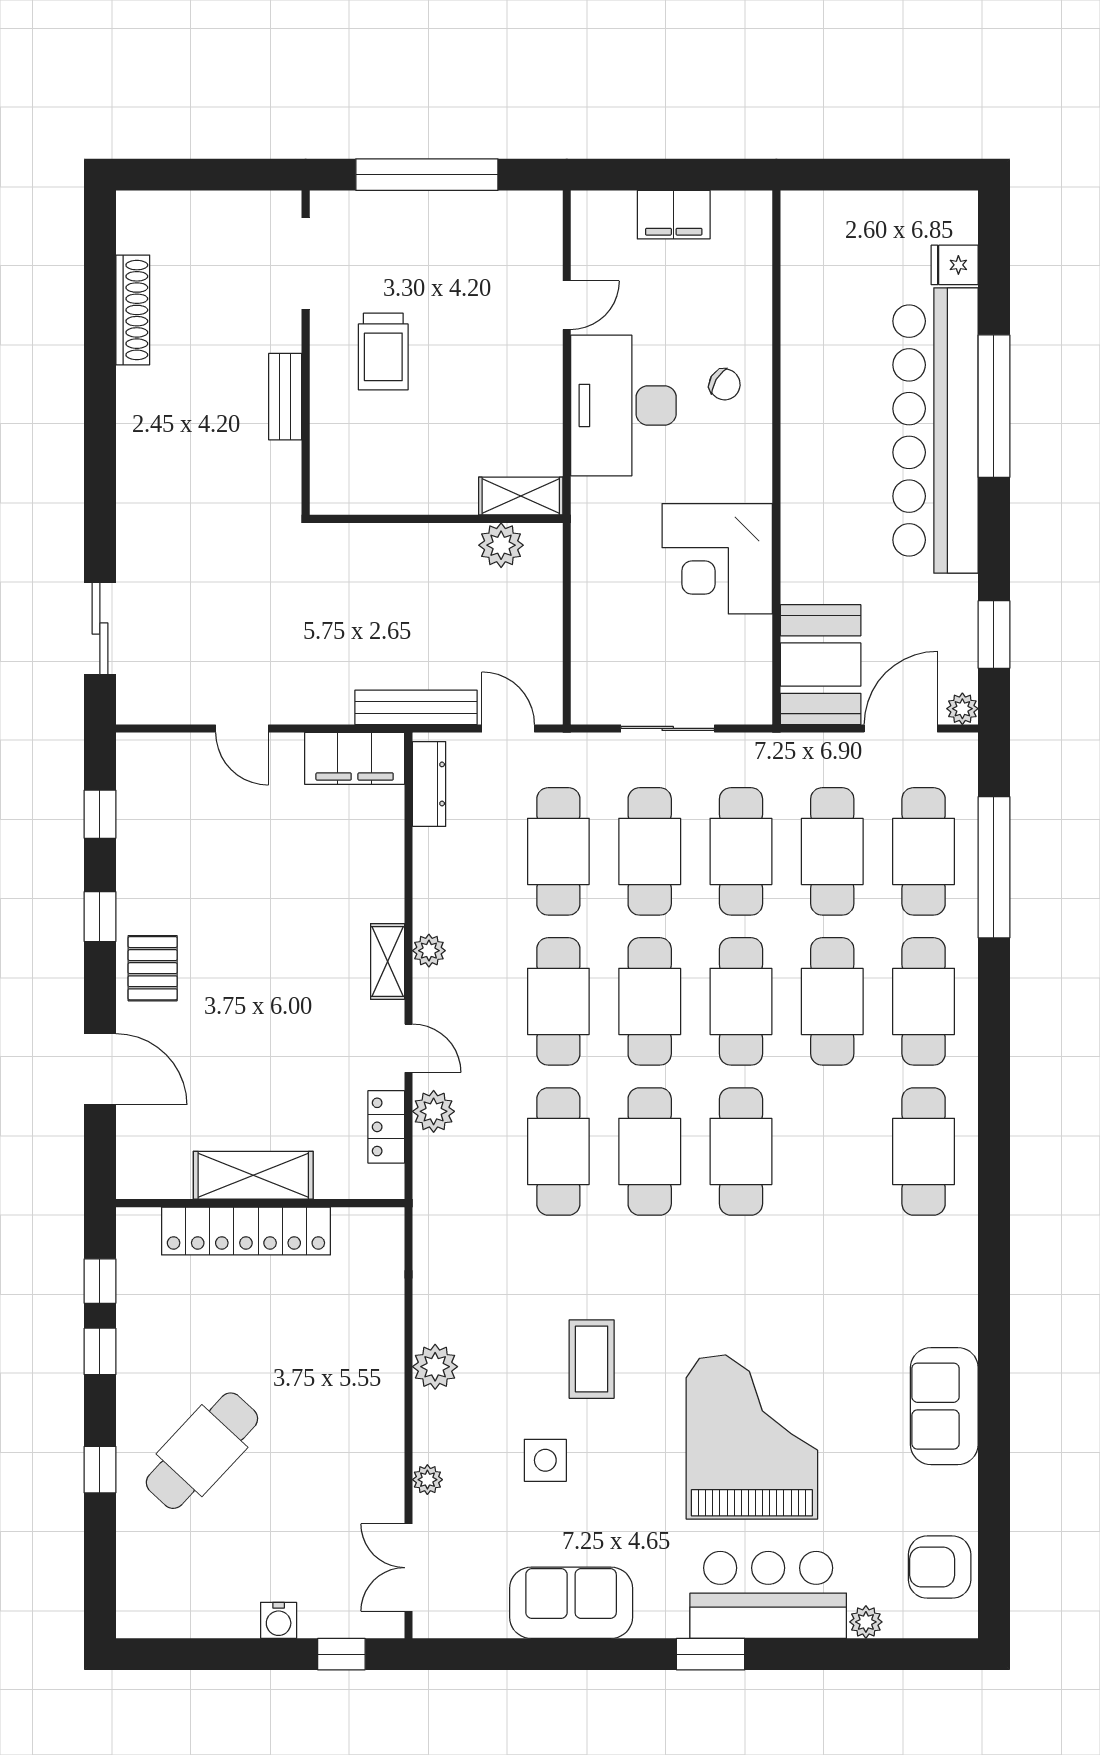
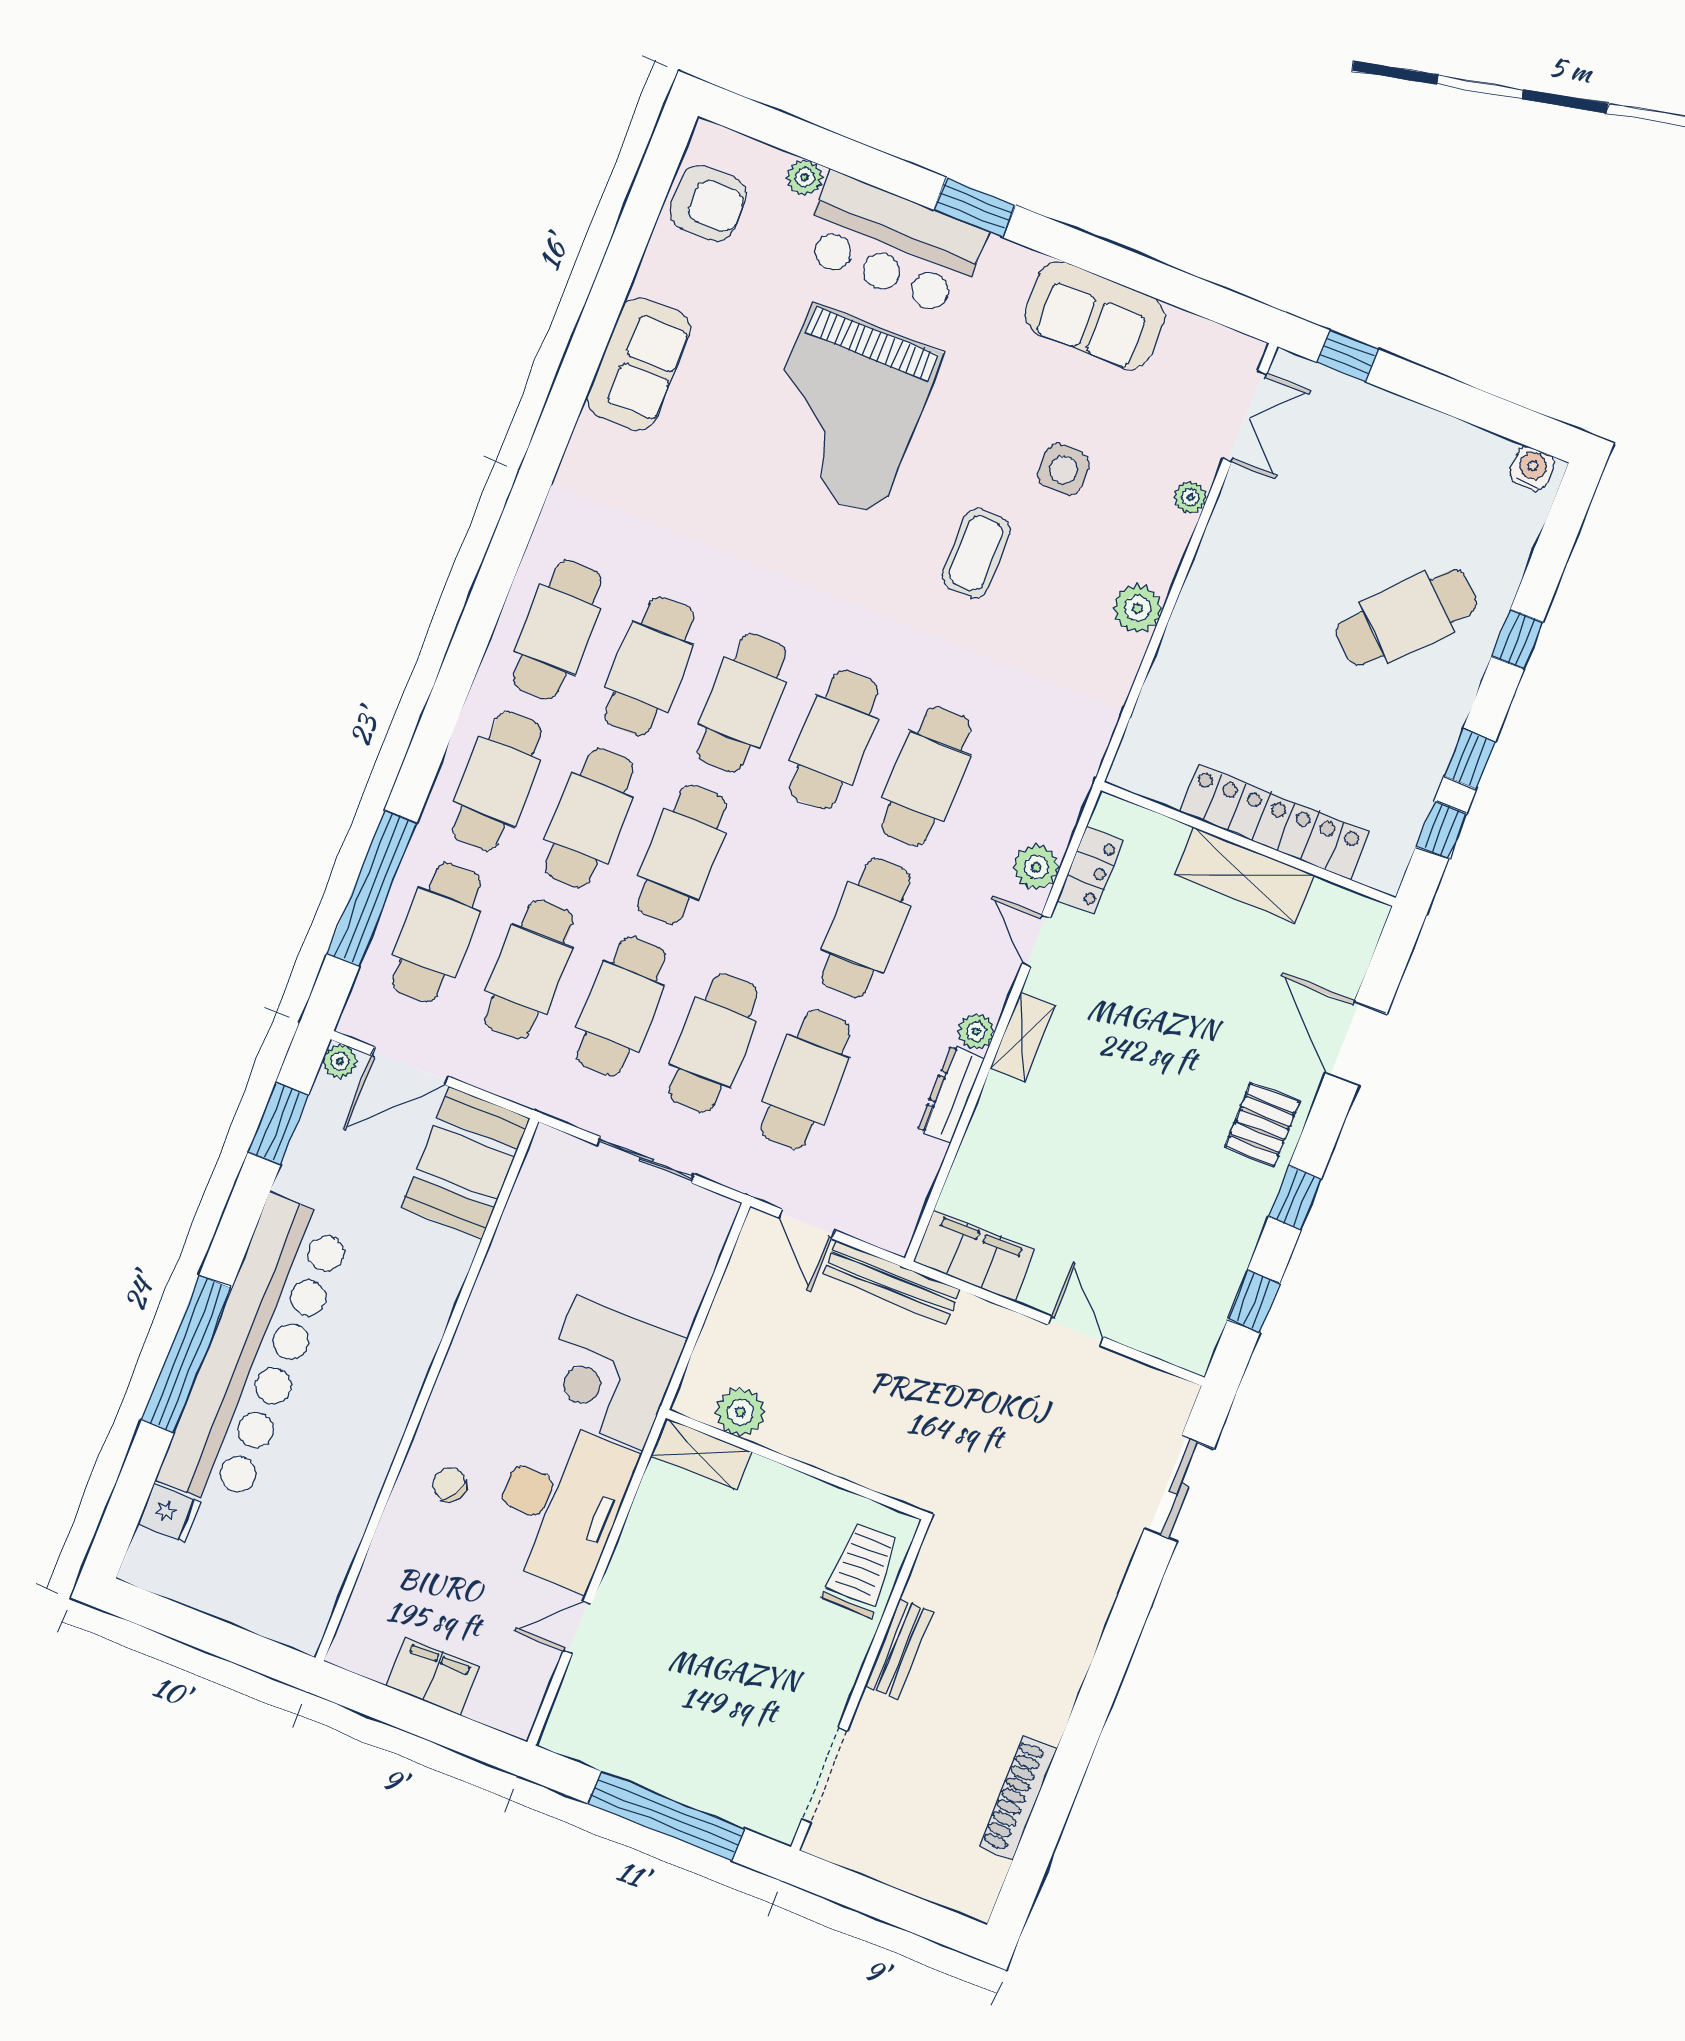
trolley: (383, 352) -> (861, 1570), moved
corner desk: (717, 559) -> (610, 1373), moved, turned 180
dresser: (429, 784) -> (951, 1094), moved
cafe table: (650, 1001) -> (649, 666), moved
water cooler: (279, 1620) -> (1532, 469), moved

